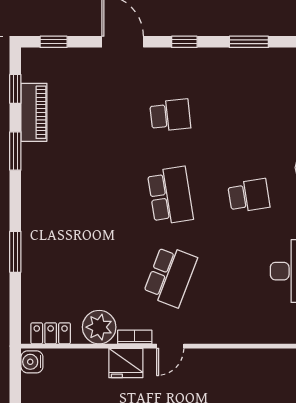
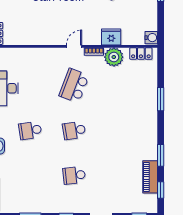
school desk: (170, 196) -> (74, 130), width x0.54
fridge: (126, 363) -> (111, 37), moved

